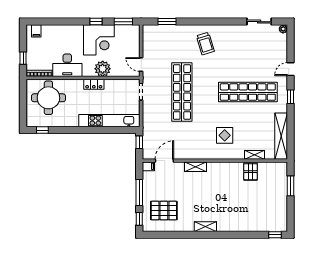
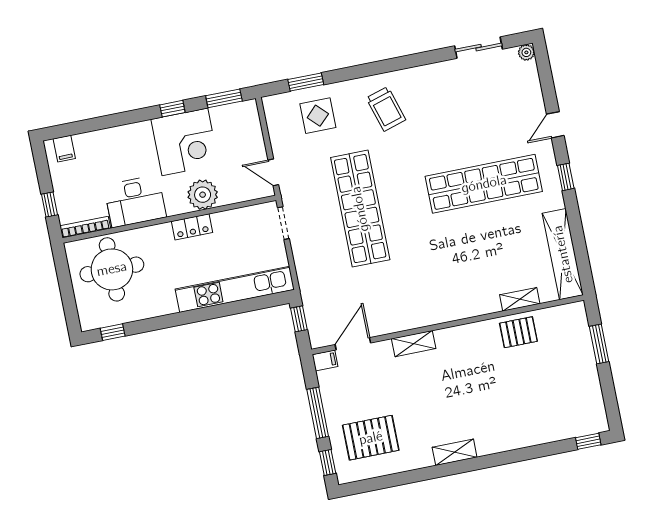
display table: (225, 135) -> (318, 116), moved
pallet: (250, 172) -> (518, 332), turned 90

